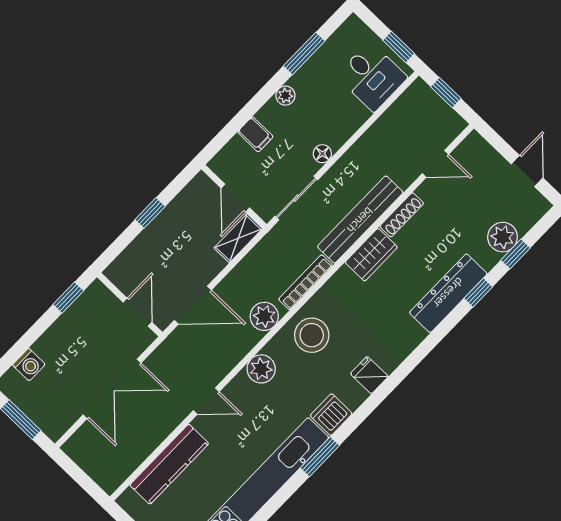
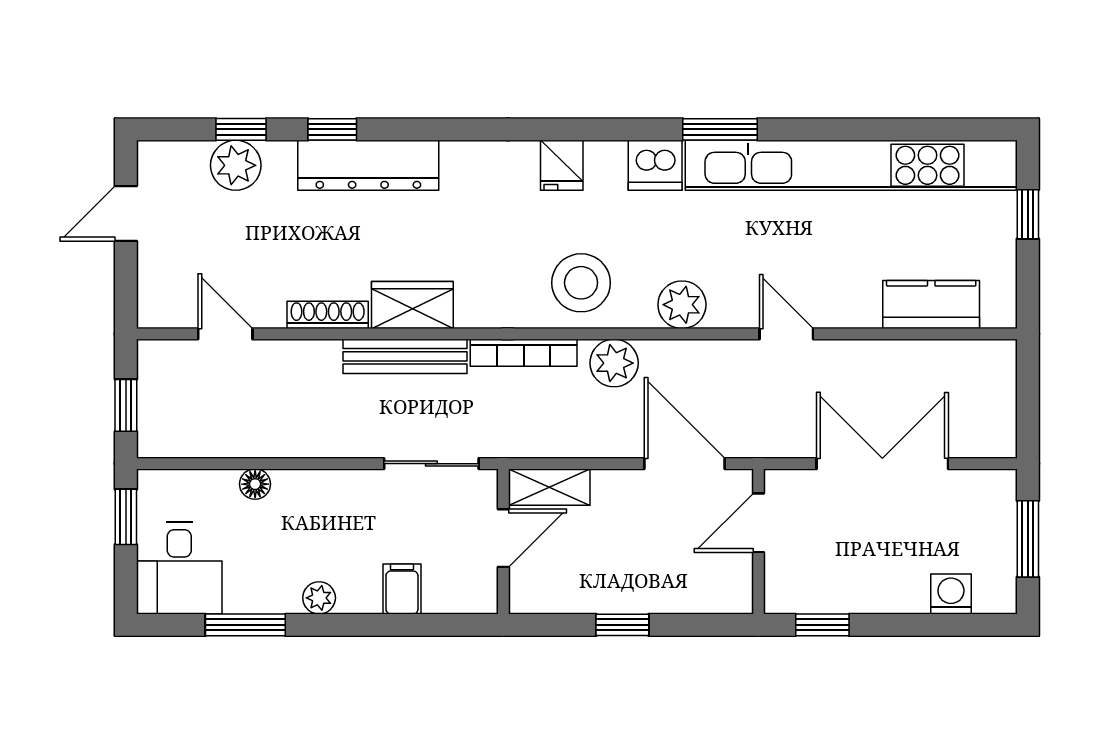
desk: (372, 77) -> (179, 568), moved, turned 180
floor lamp: (322, 154) -> (255, 484), moved
bench: (360, 220) -> (405, 356), width x0.73, depth x0.82
kitchen counter: (169, 464) -> (931, 305), width x0.67

